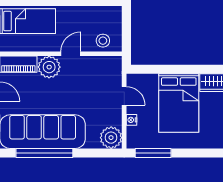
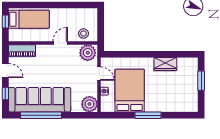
plant: (49, 67) -> (88, 53), moved
bed: (179, 103) -> (130, 91), moved, turned 180
window: (153, 153) -> (148, 115), moved

